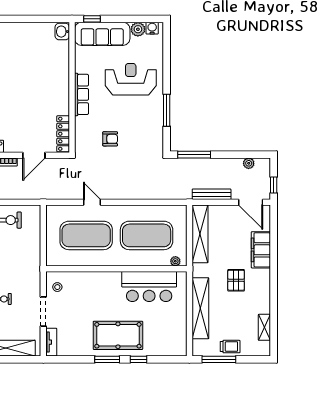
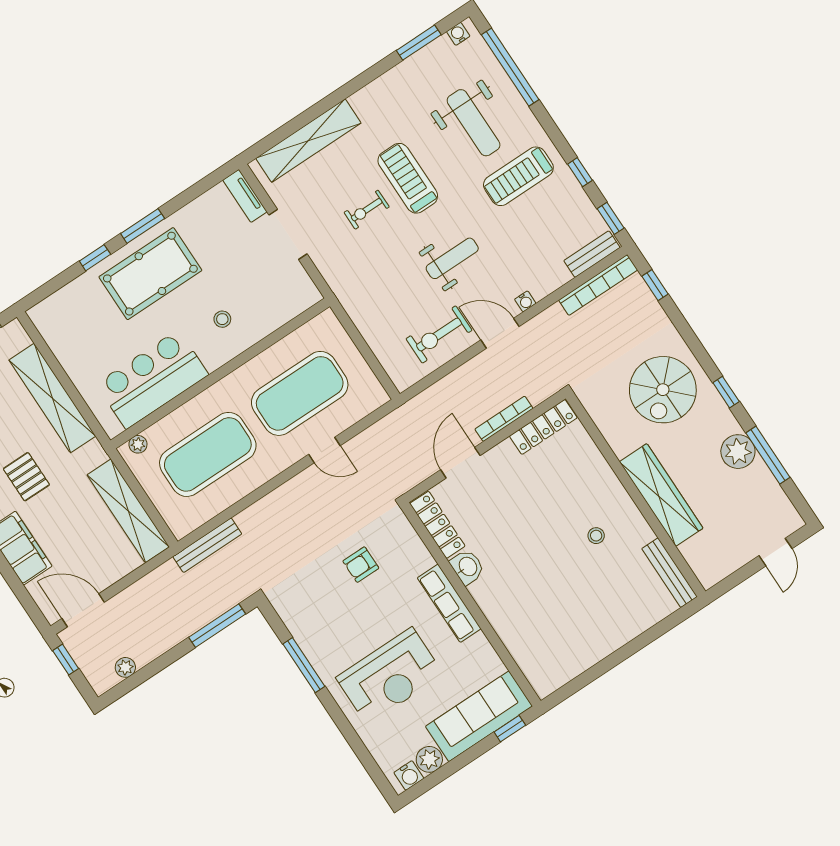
washbasin: (62, 32) -> (467, 567), moved
bench: (212, 194) -> (207, 545), moved
stool: (57, 287) -> (222, 319), moved

